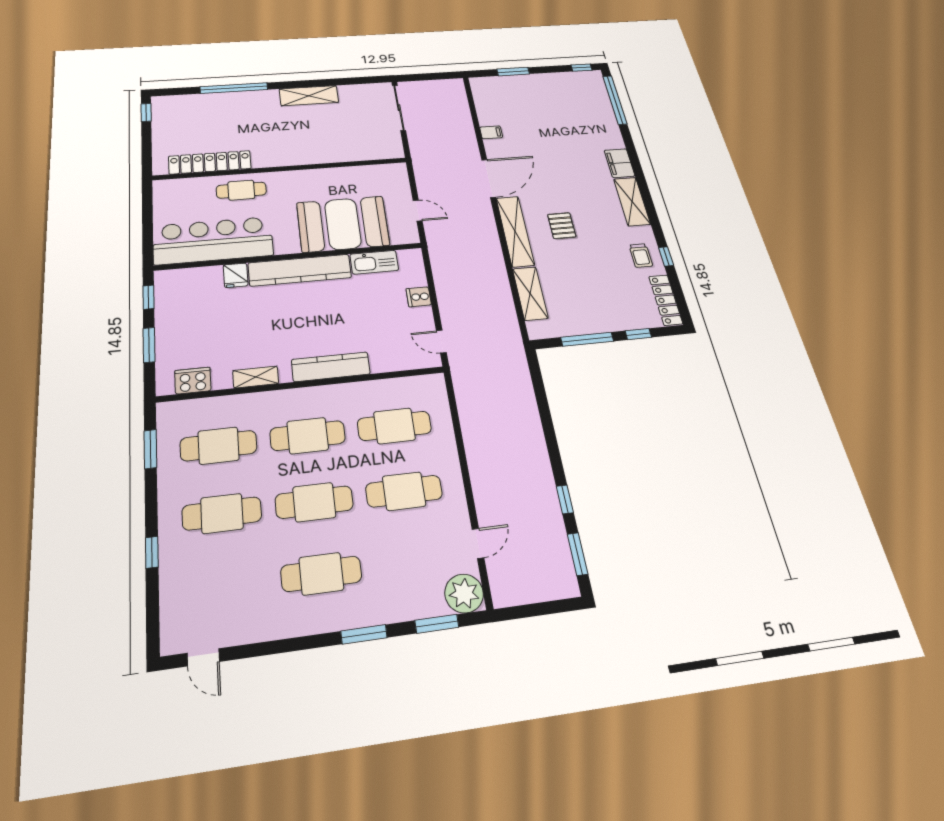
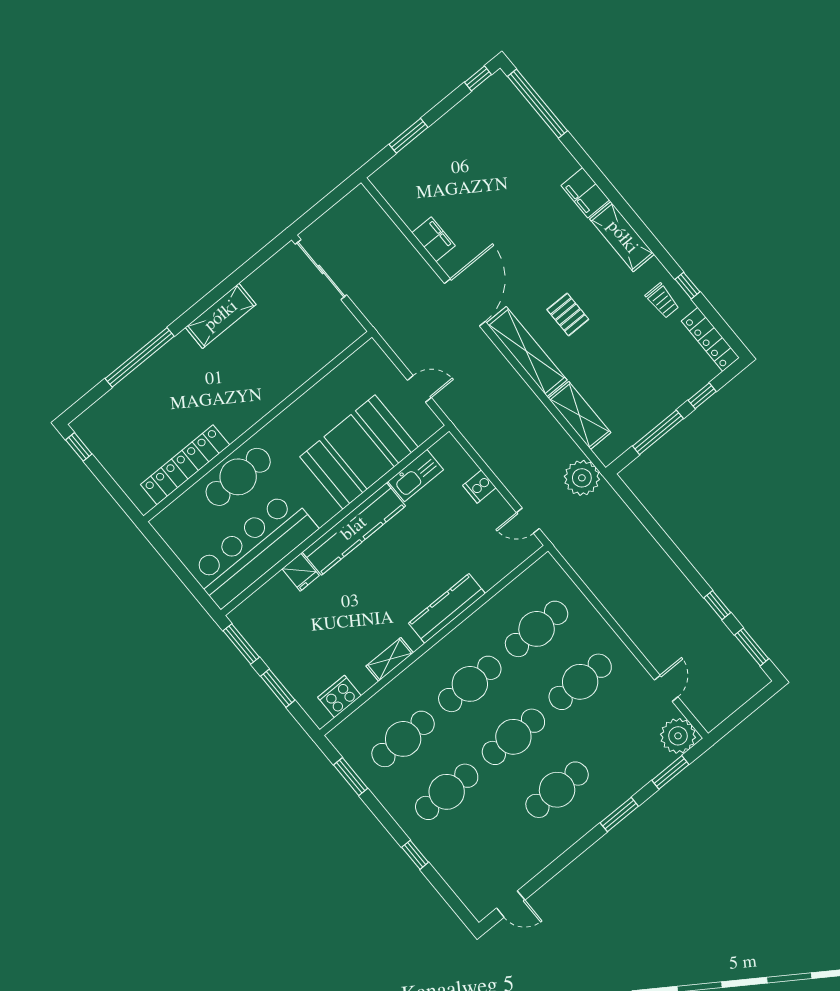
filing cabinet: (491, 132) -> (433, 239), width x2.00
cafe table: (241, 190) -> (238, 477), width x1.37, depth x1.35
window: (148, 297) -> (241, 644), width x1.50
plant: (505, 336) -> (582, 478), added

